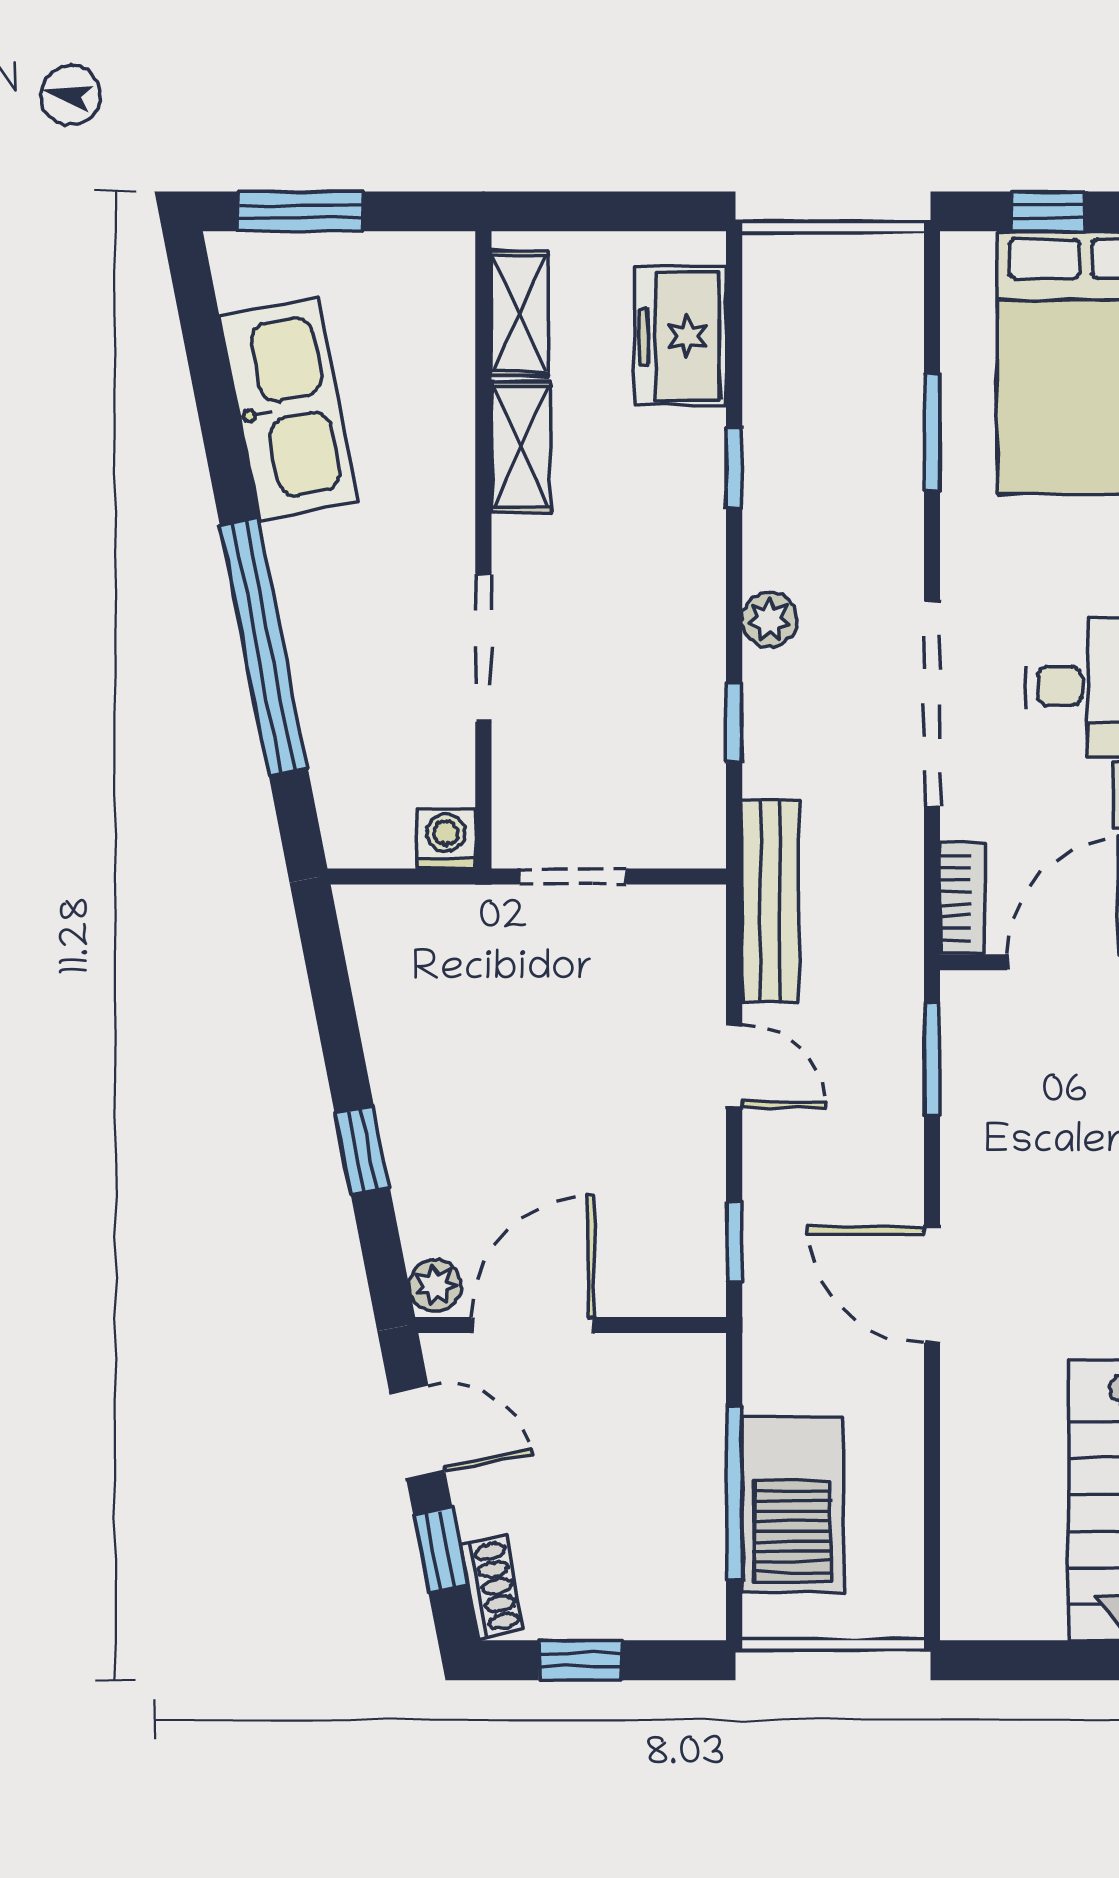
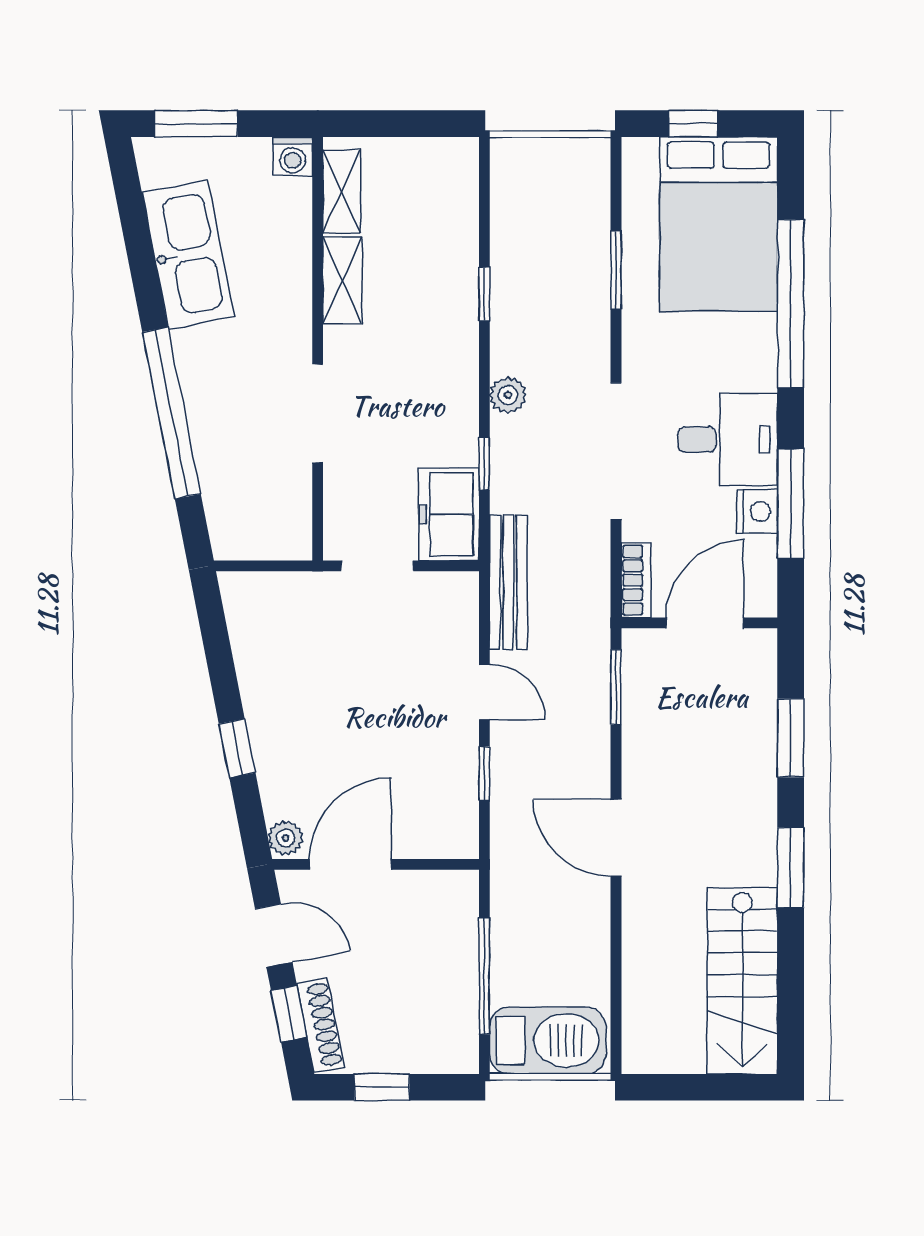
freezer: (681, 336) -> (449, 514), moved
washing machine: (446, 839) -> (293, 156), moved, turned 180
window: (734, 1242) -> (484, 773), moved
barbecue: (793, 1505) -> (548, 1040), moved, turned -90
shoe rack: (492, 1587) -> (320, 1025), width x1.43

